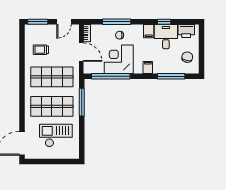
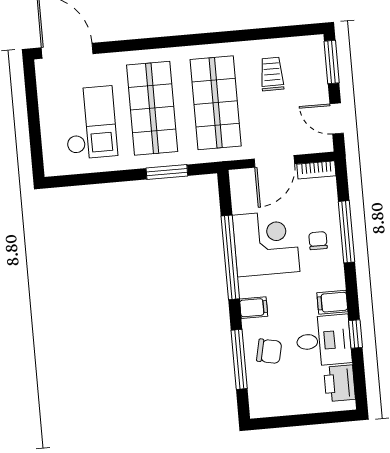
chair: (187, 57) -> (269, 351), moved
window: (111, 76) -> (230, 257), moved
window: (82, 102) -> (167, 172), width x0.69

